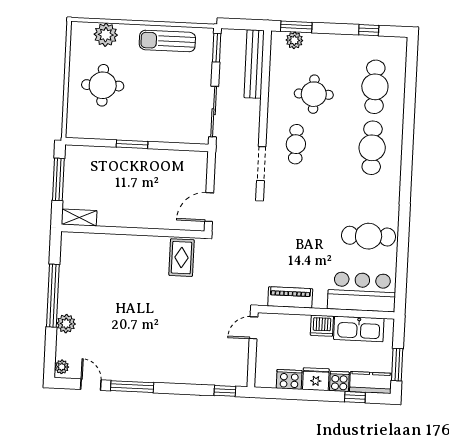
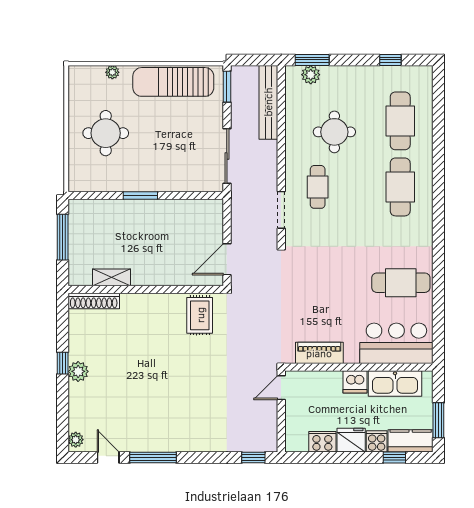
plant: (106, 35) -> (112, 72), width x0.53, depth x0.53
sun lounger: (167, 41) -> (173, 82), width x1.36, depth x1.34
shelving: (79, 218) -> (112, 277), moved
shoe rack: (84, 240) -> (94, 301), added
window: (53, 296) -> (63, 363), width x0.32
plant: (66, 324) -> (78, 371), moved

